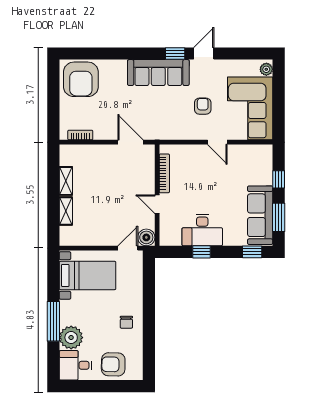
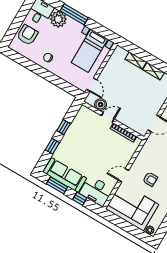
desk: (202, 230) -> (96, 191), moved, turned -90
boiler: (146, 237) -> (101, 105), moved
window: (252, 252) -> (52, 146), moved

